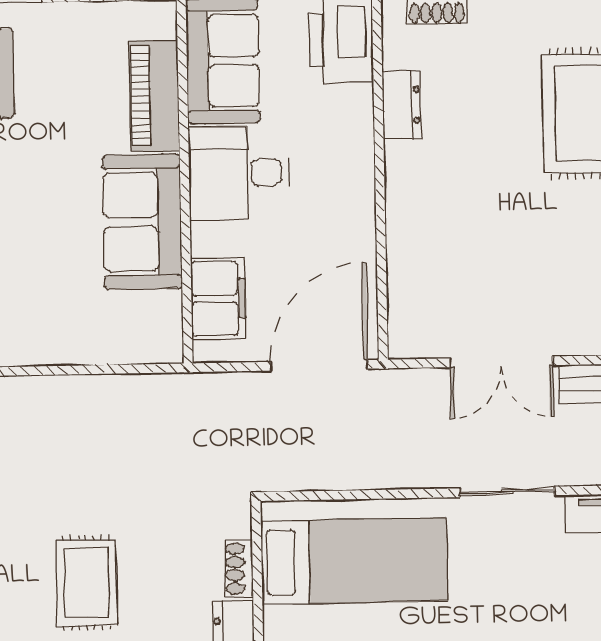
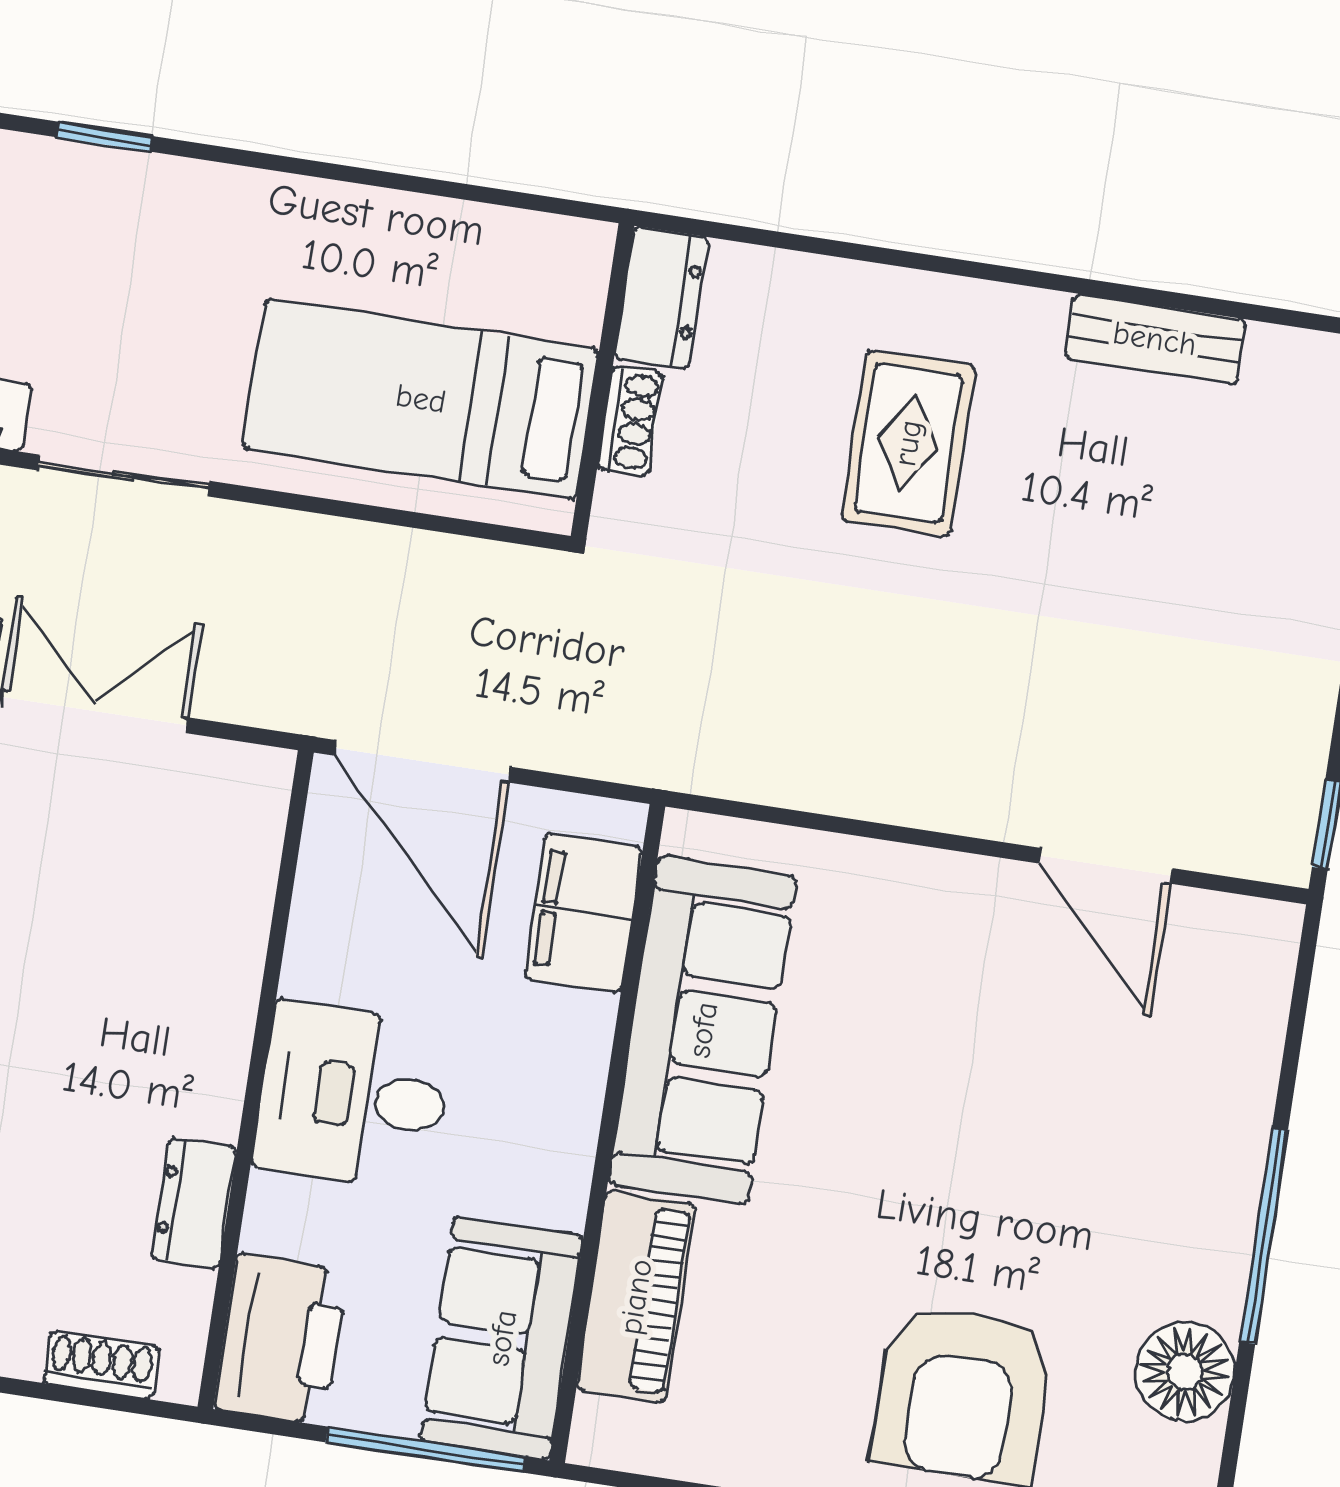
desk: (239, 173) -> (354, 1096), moved, turned 180
sofa: (142, 222) -> (703, 1030), width x1.36
door: (319, 365) -> (423, 761), hinge flipped

